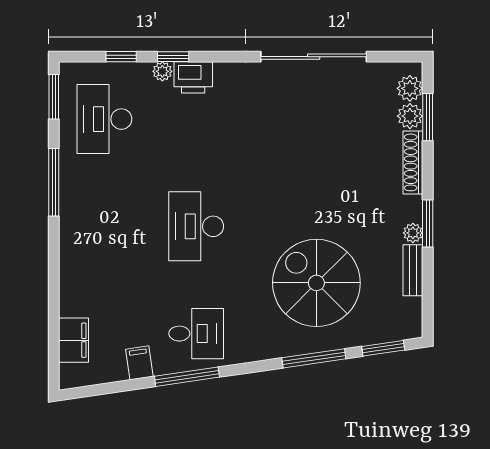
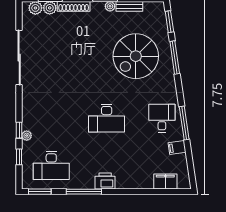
printer: (193, 77) -> (105, 181), moved, turned -90

